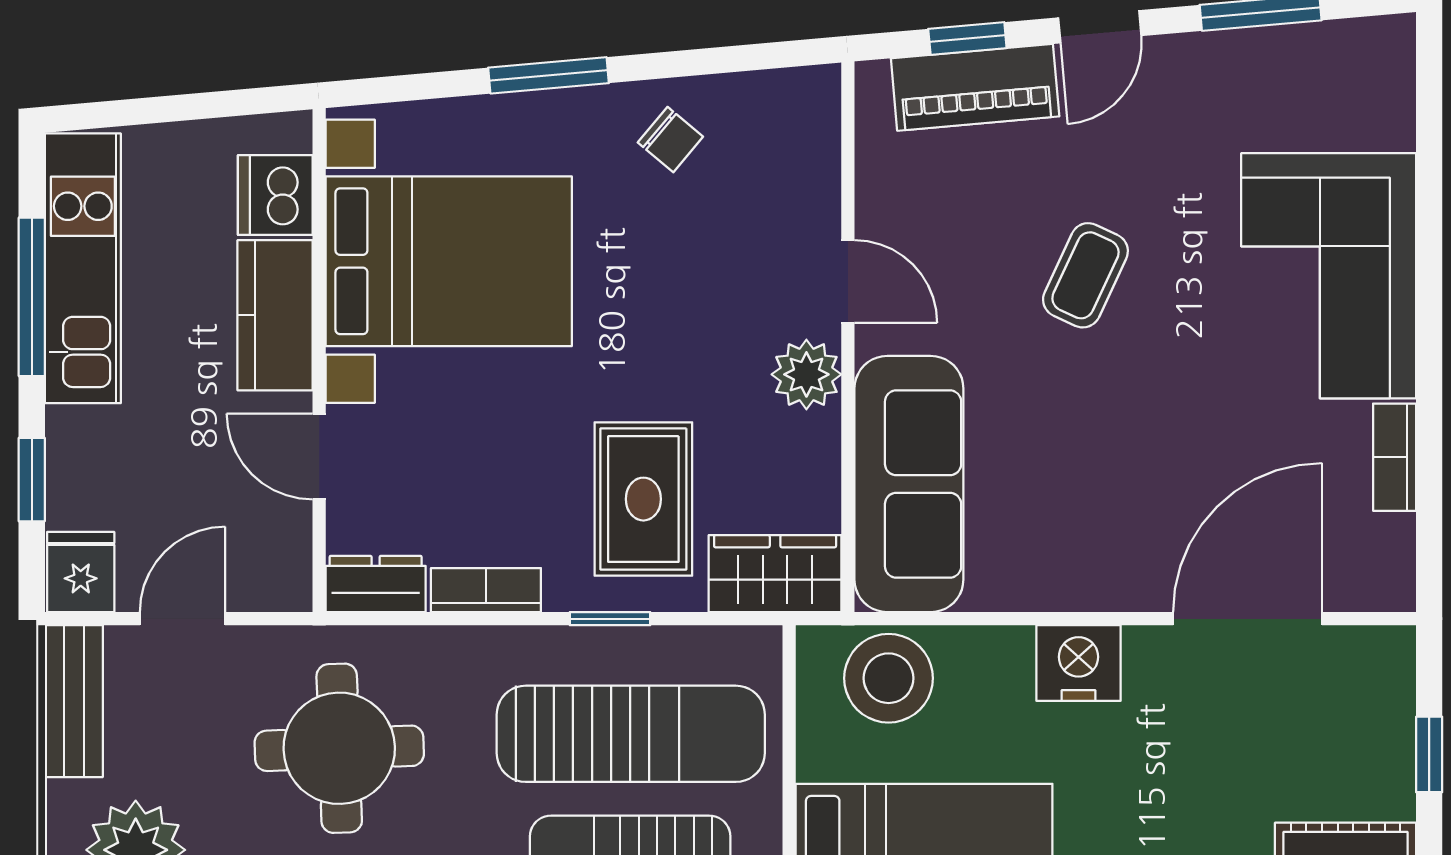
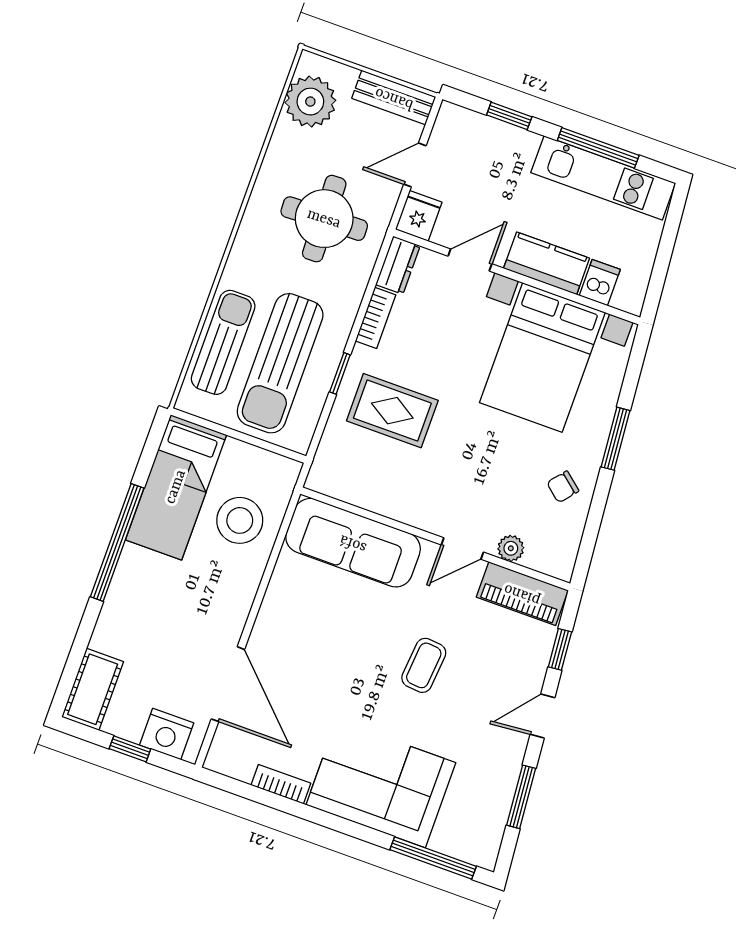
door: (1100, 27) -> (542, 716), hinge flipped
piano: (975, 87) -> (522, 594), moved, turned -85
window: (1429, 132) -> (433, 858), added
dishwasher: (275, 195) -> (600, 283), width x0.73
coffee table: (1085, 275) -> (424, 665), turned 70
plant: (806, 374) -> (511, 548), moved, width x0.73, depth x0.73
fridge: (81, 572) -> (419, 216), moved, turned -90
wardrobe: (775, 574) -> (333, 462), removed
door: (182, 619) -> (415, 165), swing flipped
nightstand: (1078, 663) -> (167, 734), moved, turned 90
stool: (889, 678) -> (240, 520), moved

